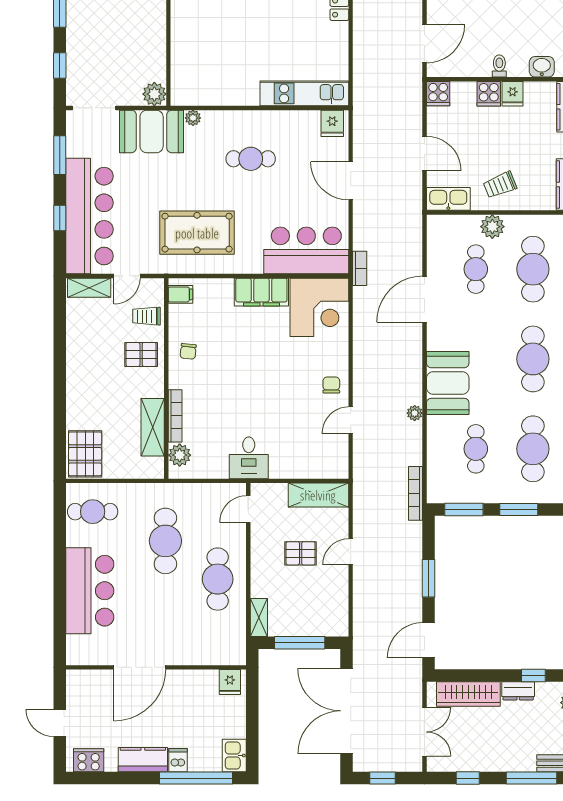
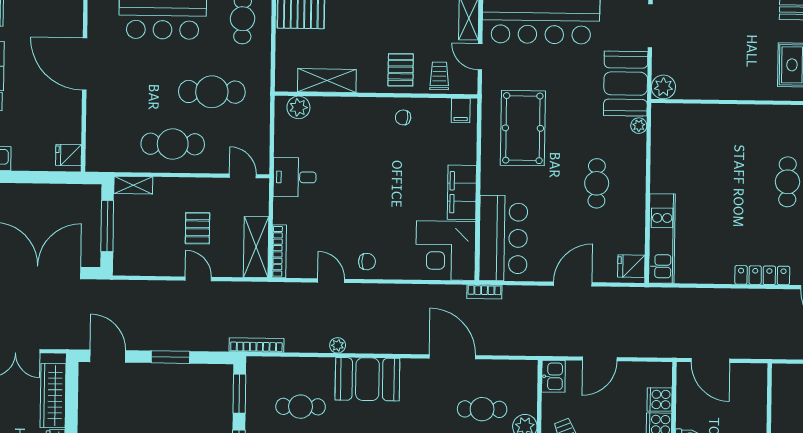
cooker: (438, 94) -> (660, 399), moved
kitchen sink: (448, 199) -> (553, 376), width x0.73
bookcase: (175, 416) -> (279, 251), moved, turned -90

